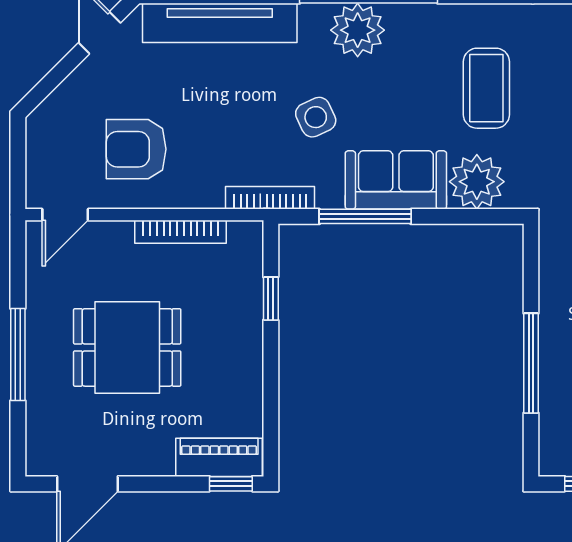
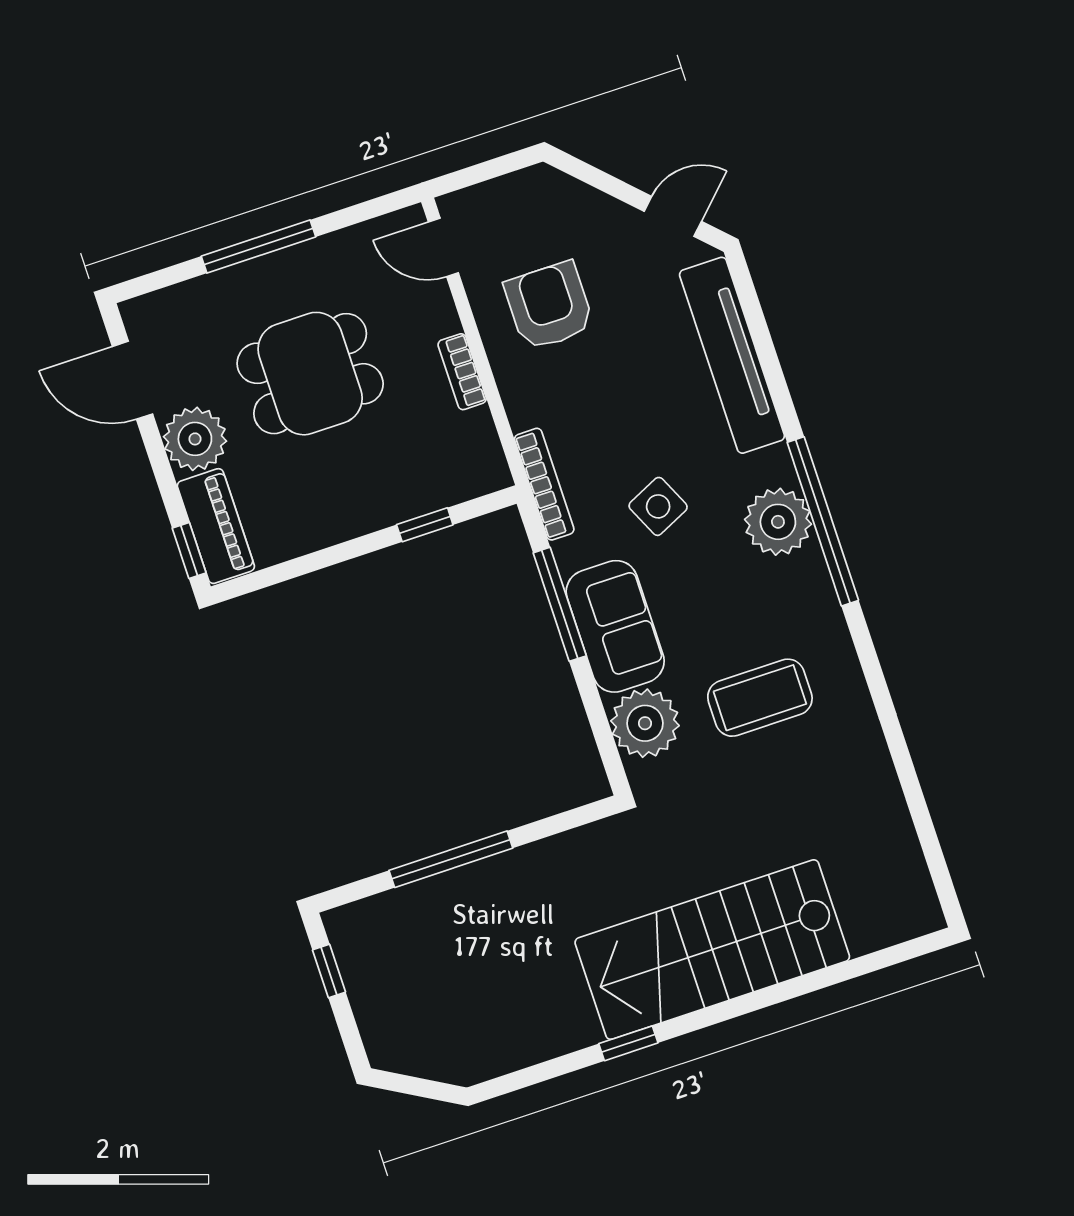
bookcase: (181, 232) -> (462, 372), width x0.64
dining table: (127, 347) -> (310, 374), turned 90
plant: (148, 451) -> (195, 439), added

